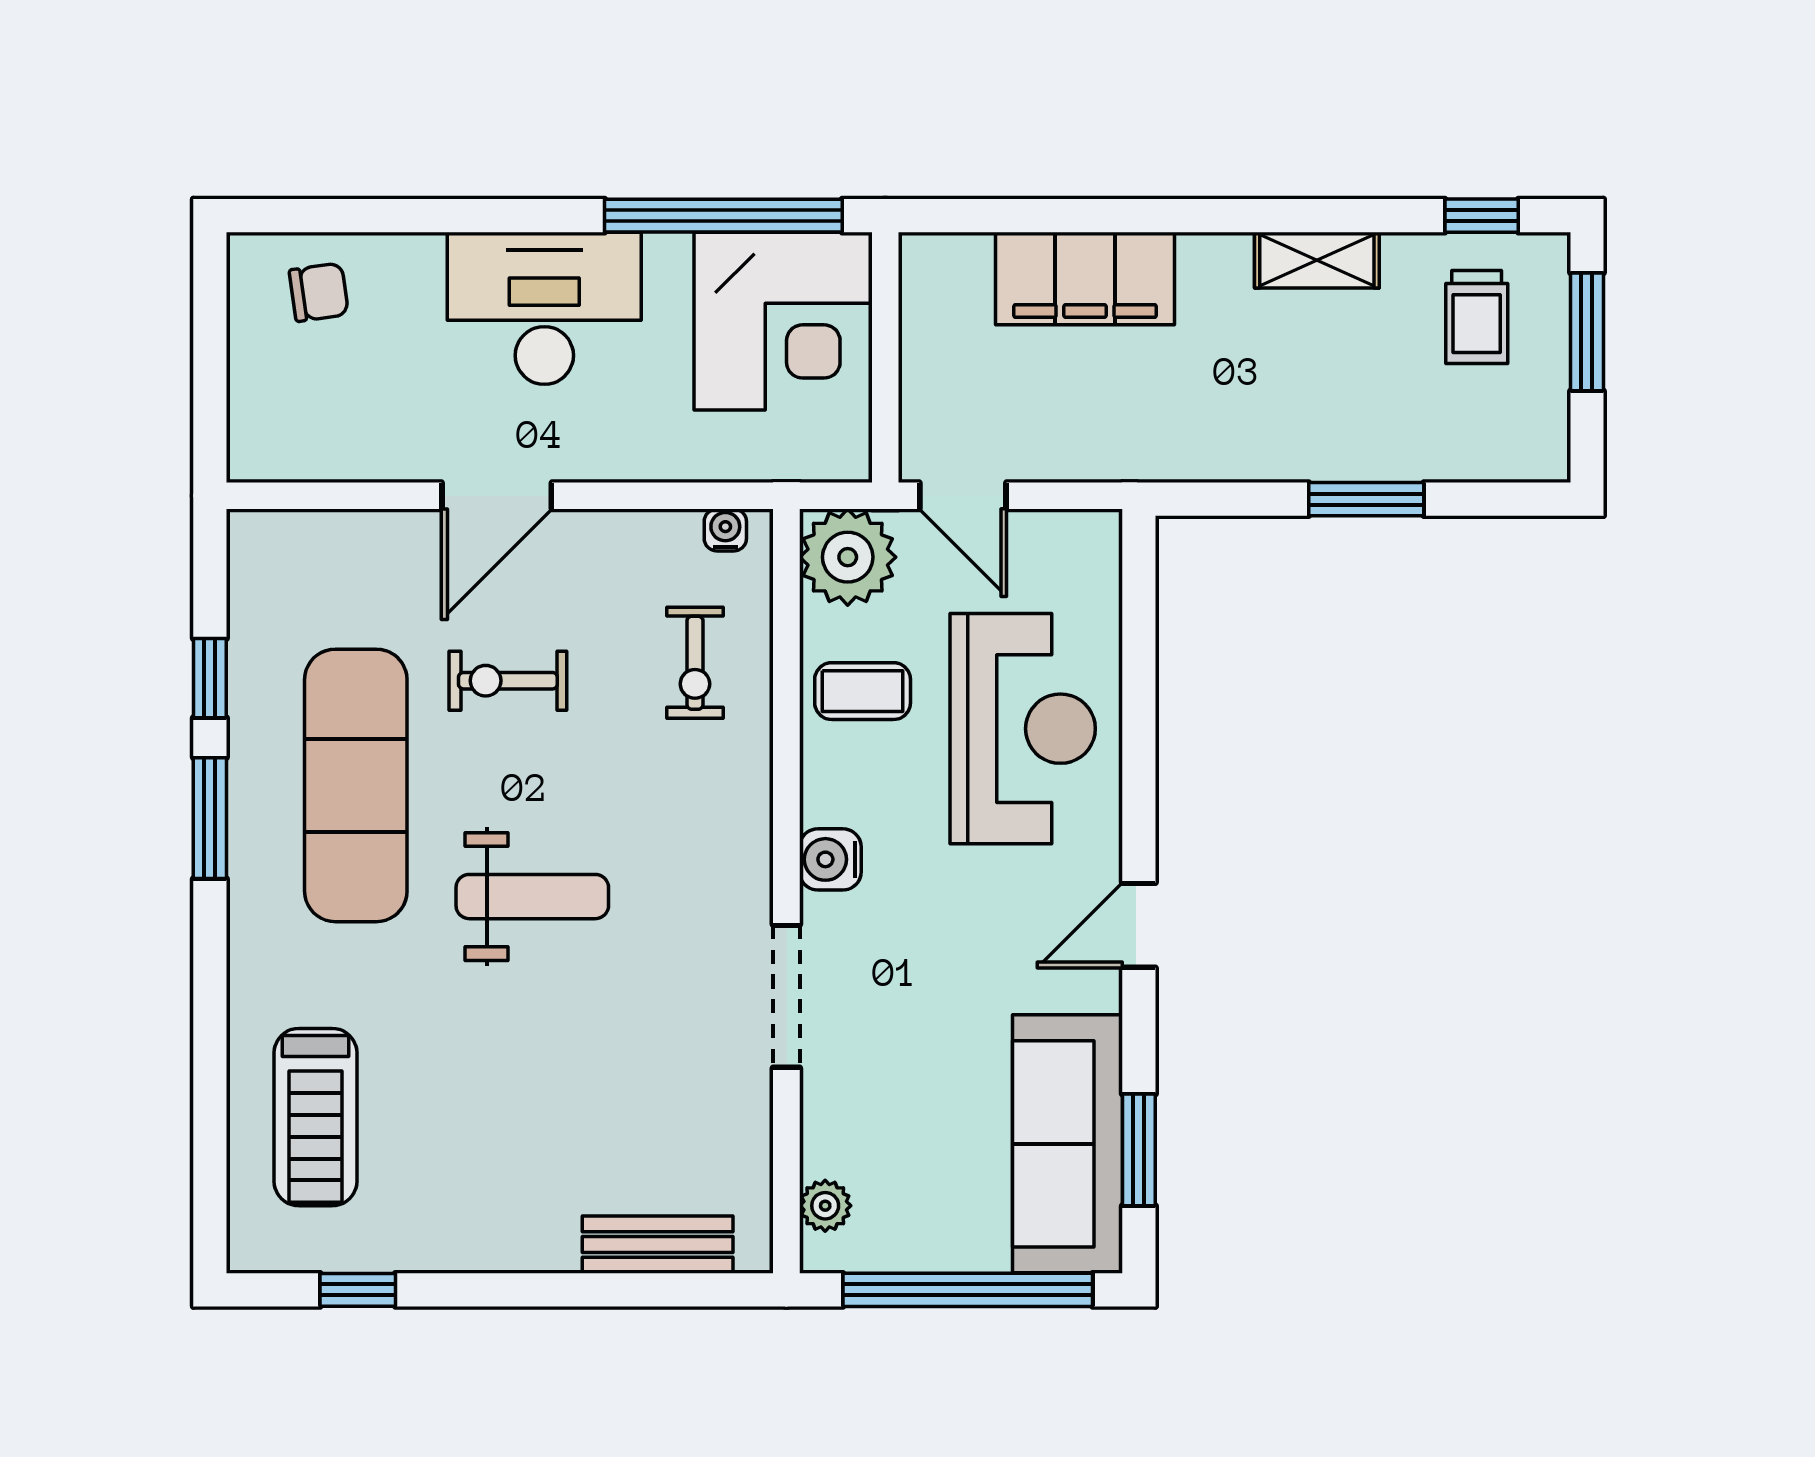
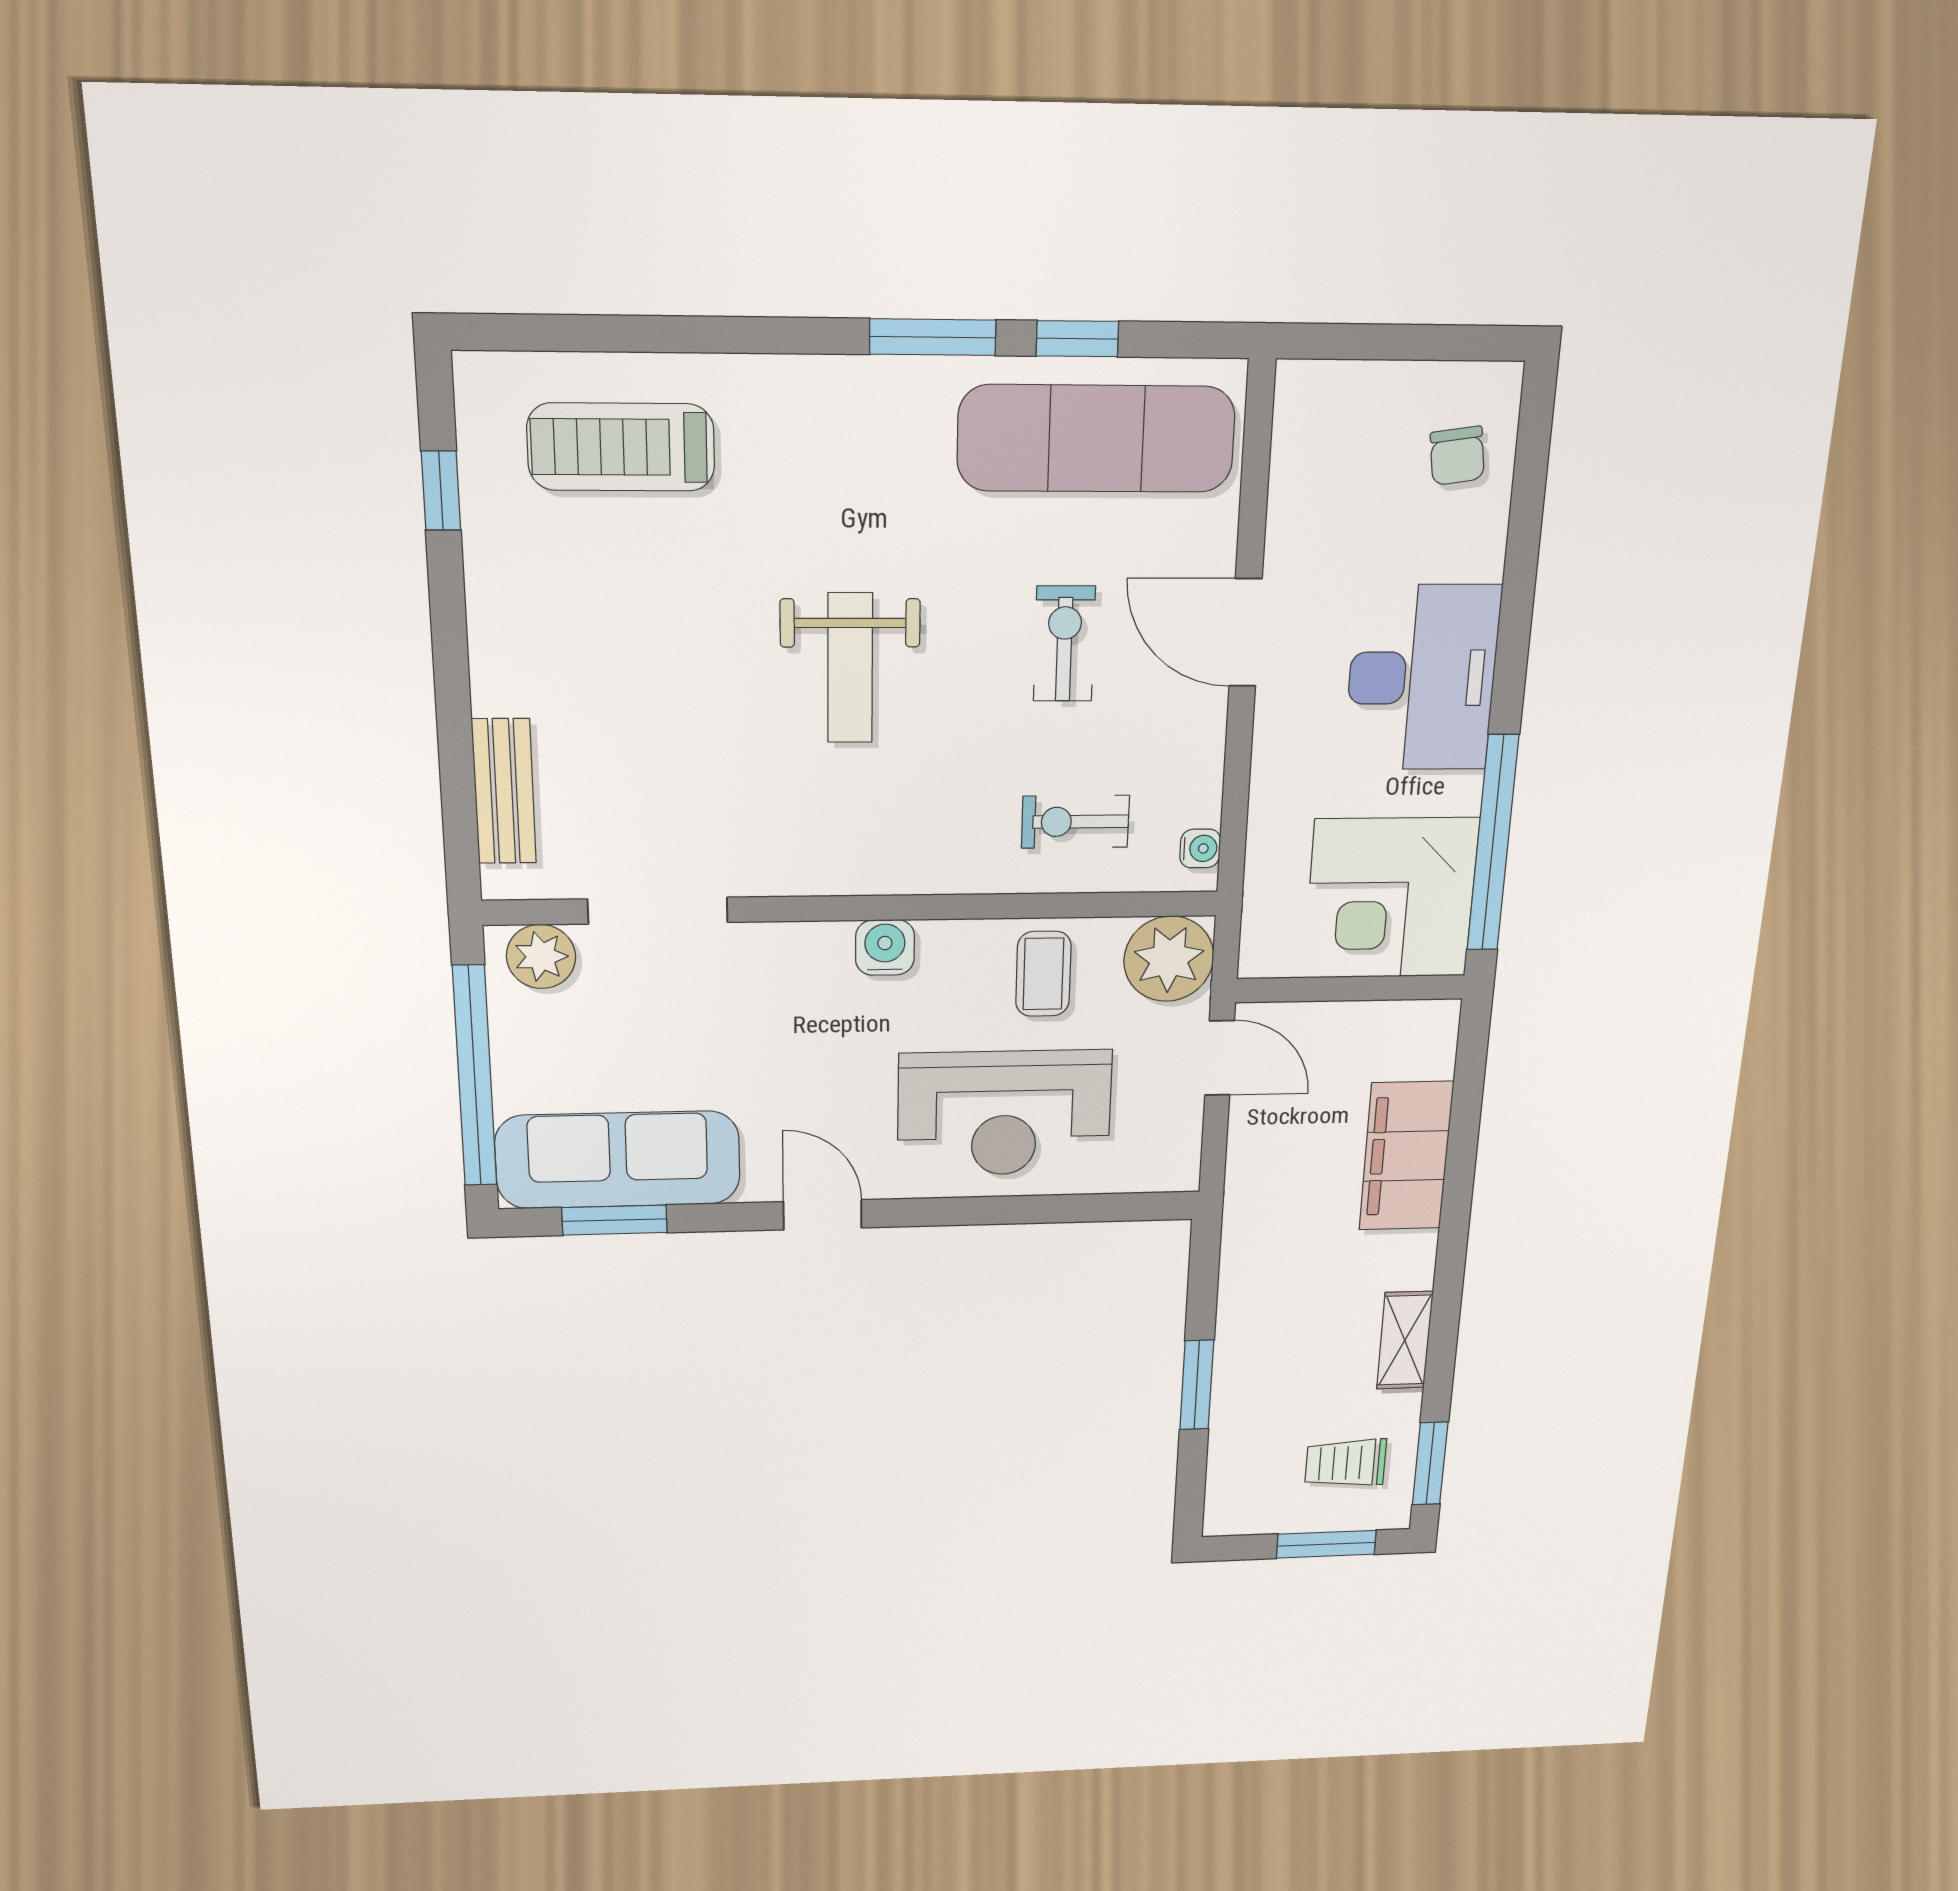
window: (1482, 216) -> (1430, 1463), width x1.50
door: (963, 496) -> (1220, 1058), swing flipped
exercise mat: (356, 785) -> (1096, 439), moved
doorway: (786, 996) -> (658, 911), moved
plant: (825, 1206) -> (541, 957), width x1.38, depth x1.38

